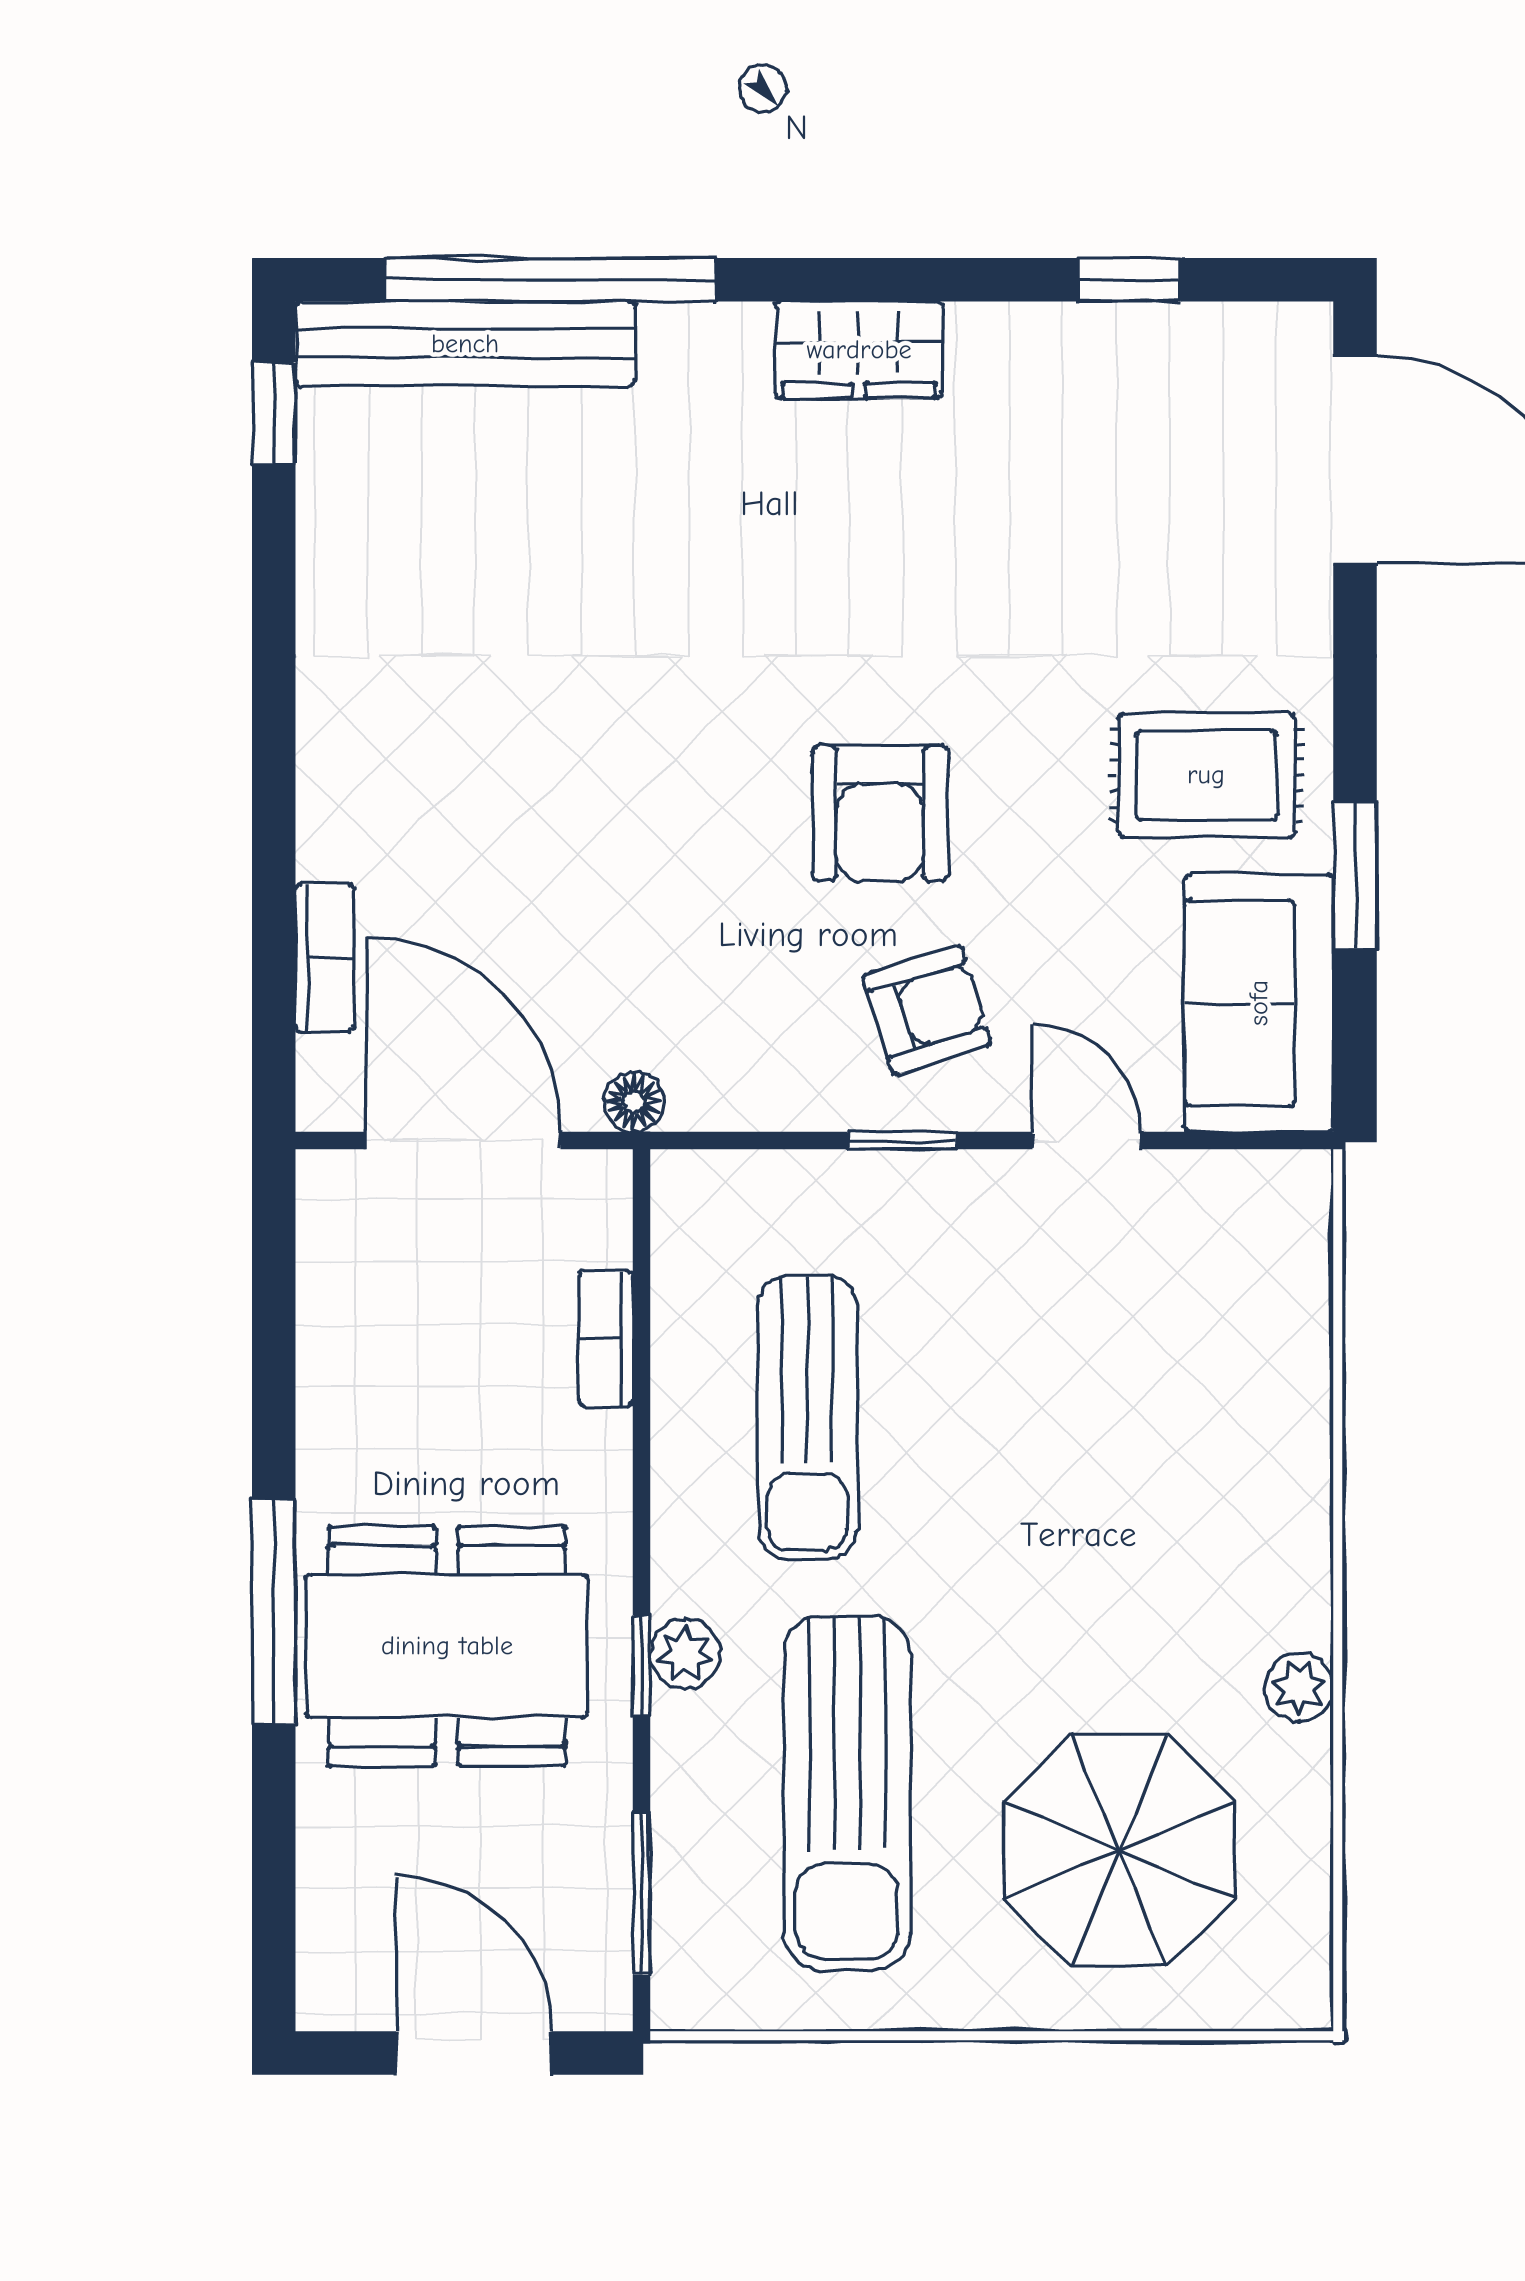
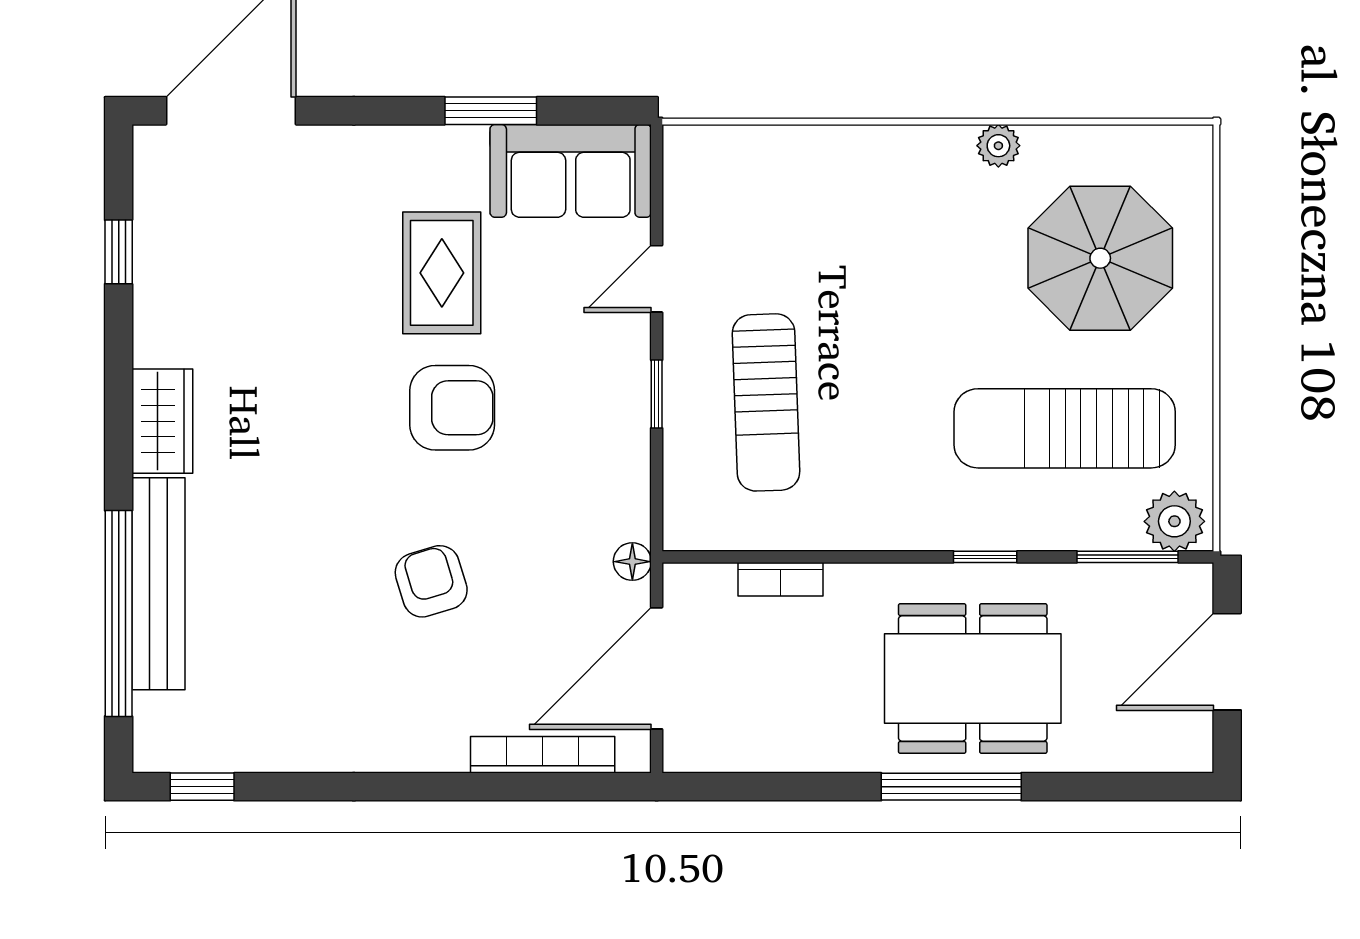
bench: (465, 344) -> (158, 584), moved
rug: (1206, 775) -> (442, 273), moved
bookcase: (325, 958) -> (543, 755), width x1.56
armchair: (927, 1010) -> (431, 581), moved
sun lounger: (807, 1417) -> (766, 402), moved, turned 88
dining table: (447, 1646) -> (973, 678), turned 90
plant: (685, 1654) -> (1174, 521), moved, width x1.38, depth x1.38
sun lounger: (847, 1793) -> (1065, 428), turned 180

